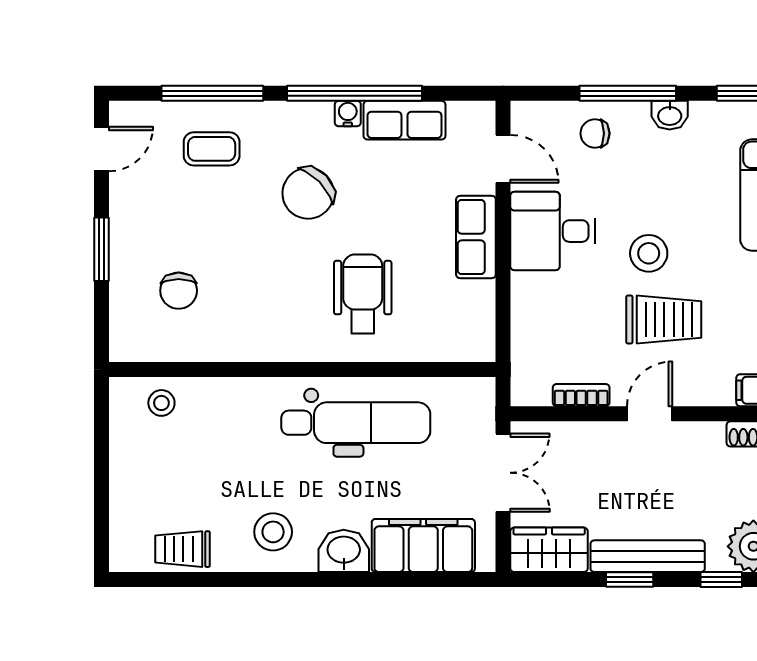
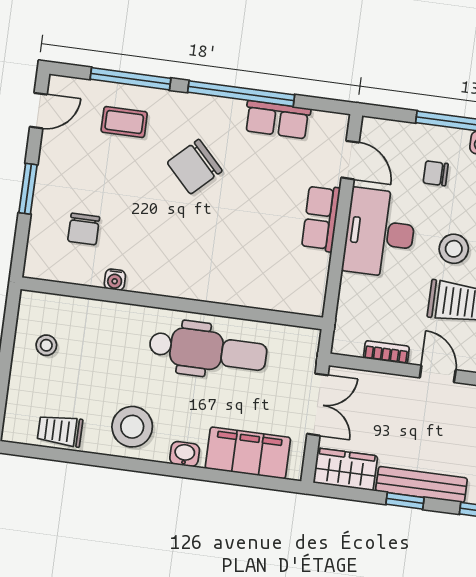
water cooler: (348, 114) -> (115, 280), moved, turned 180
chair: (595, 133) -> (436, 173), moved
desk: (553, 231) -> (380, 233), width x1.37
wheelchair: (363, 294) -> (227, 251), removed
stool: (161, 403) -> (46, 345), moved
door: (650, 414) -> (438, 374), hinge flipped
stool: (273, 532) -> (132, 427), width x1.38, depth x1.38
washbasin: (344, 551) -> (185, 454), width x0.72, depth x0.69

